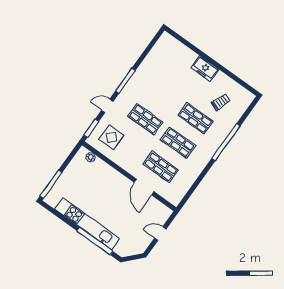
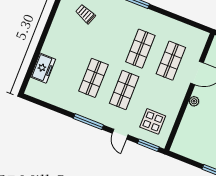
freezer: (205, 69) -> (43, 68), moved
shop shelf: (195, 118) -> (93, 78), moved
plant: (91, 157) -> (194, 101), moved

